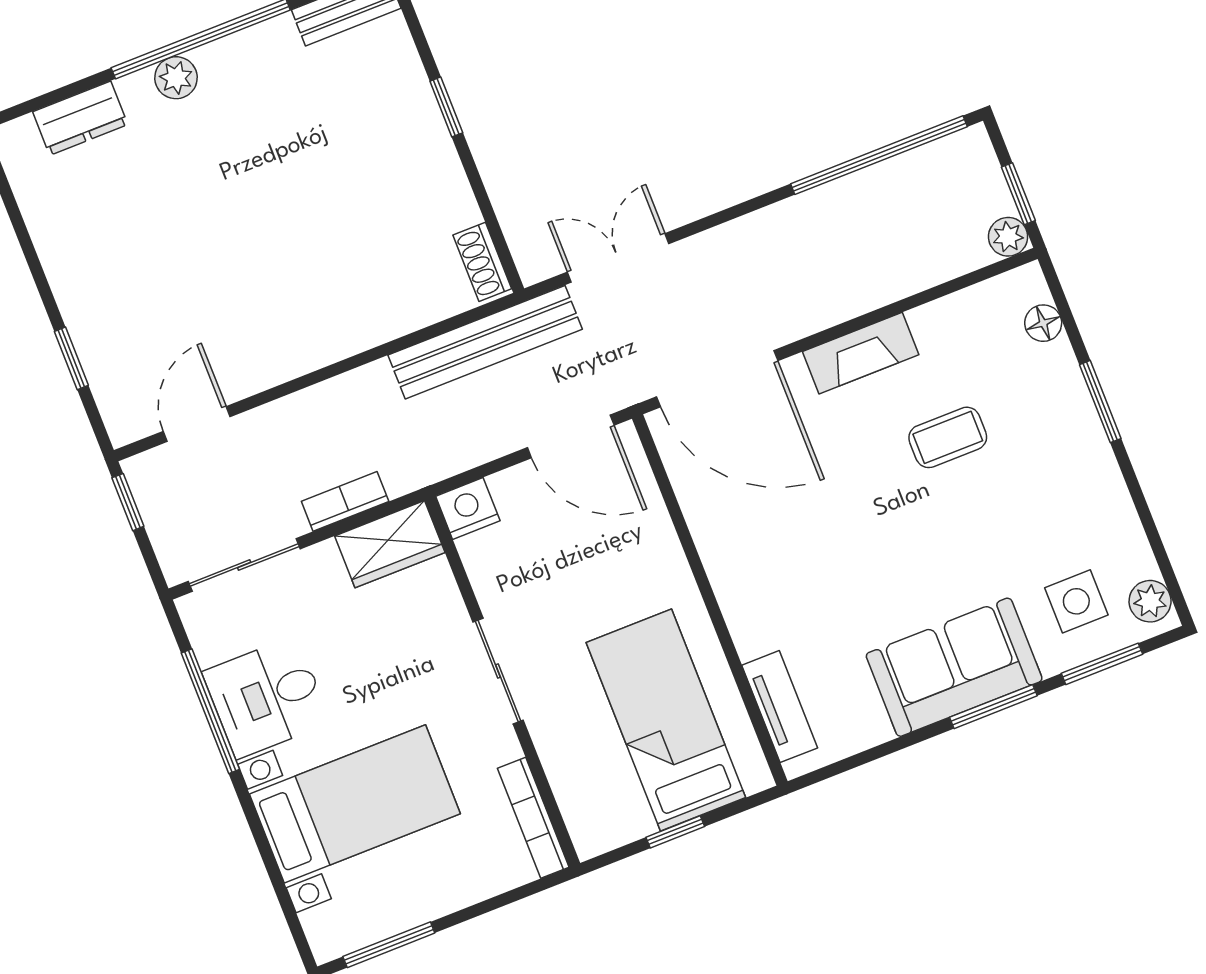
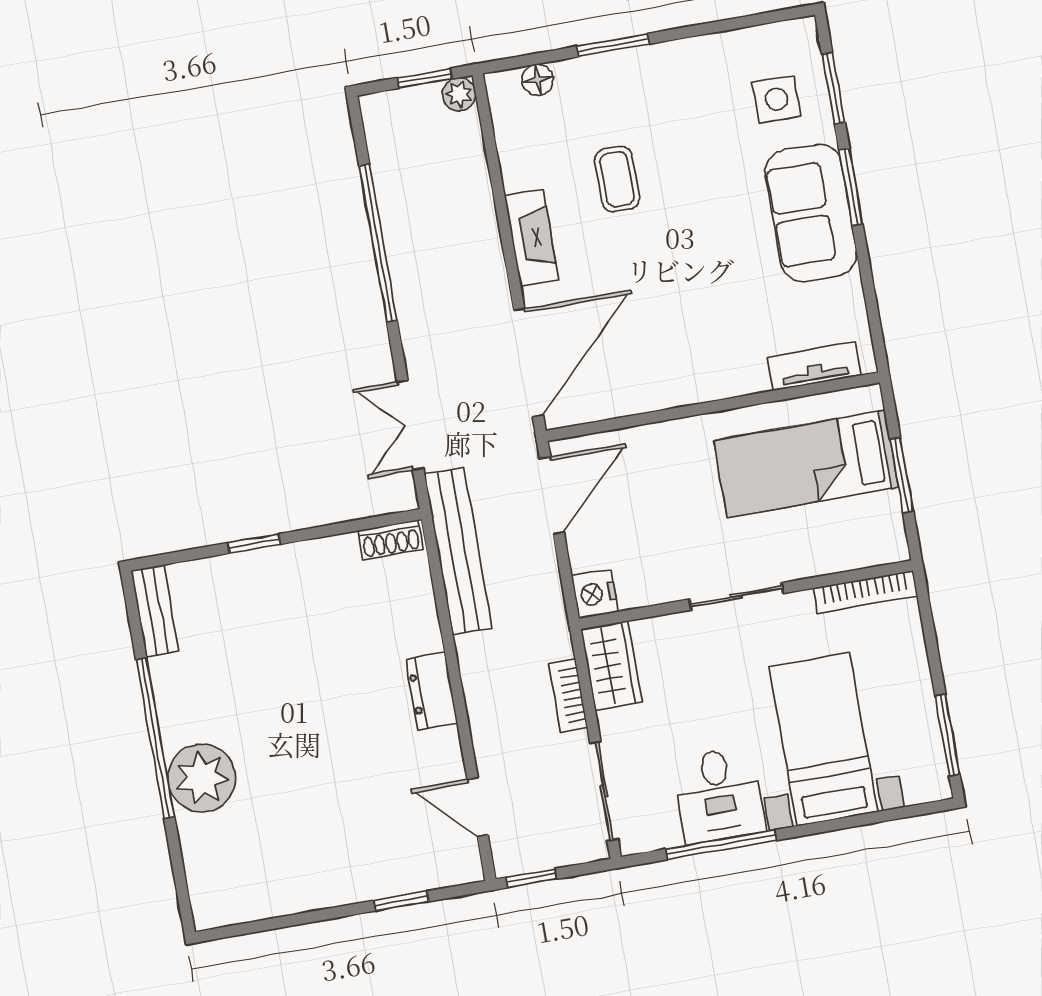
plant: (176, 78) -> (202, 778), width x1.88, depth x1.88
dresser: (80, 118) -> (431, 691), moved, turned 180
window: (879, 155) -> (378, 243), moved
plant: (1150, 601) -> (789, 37), removed
window: (675, 832) -> (902, 475), width x1.50

